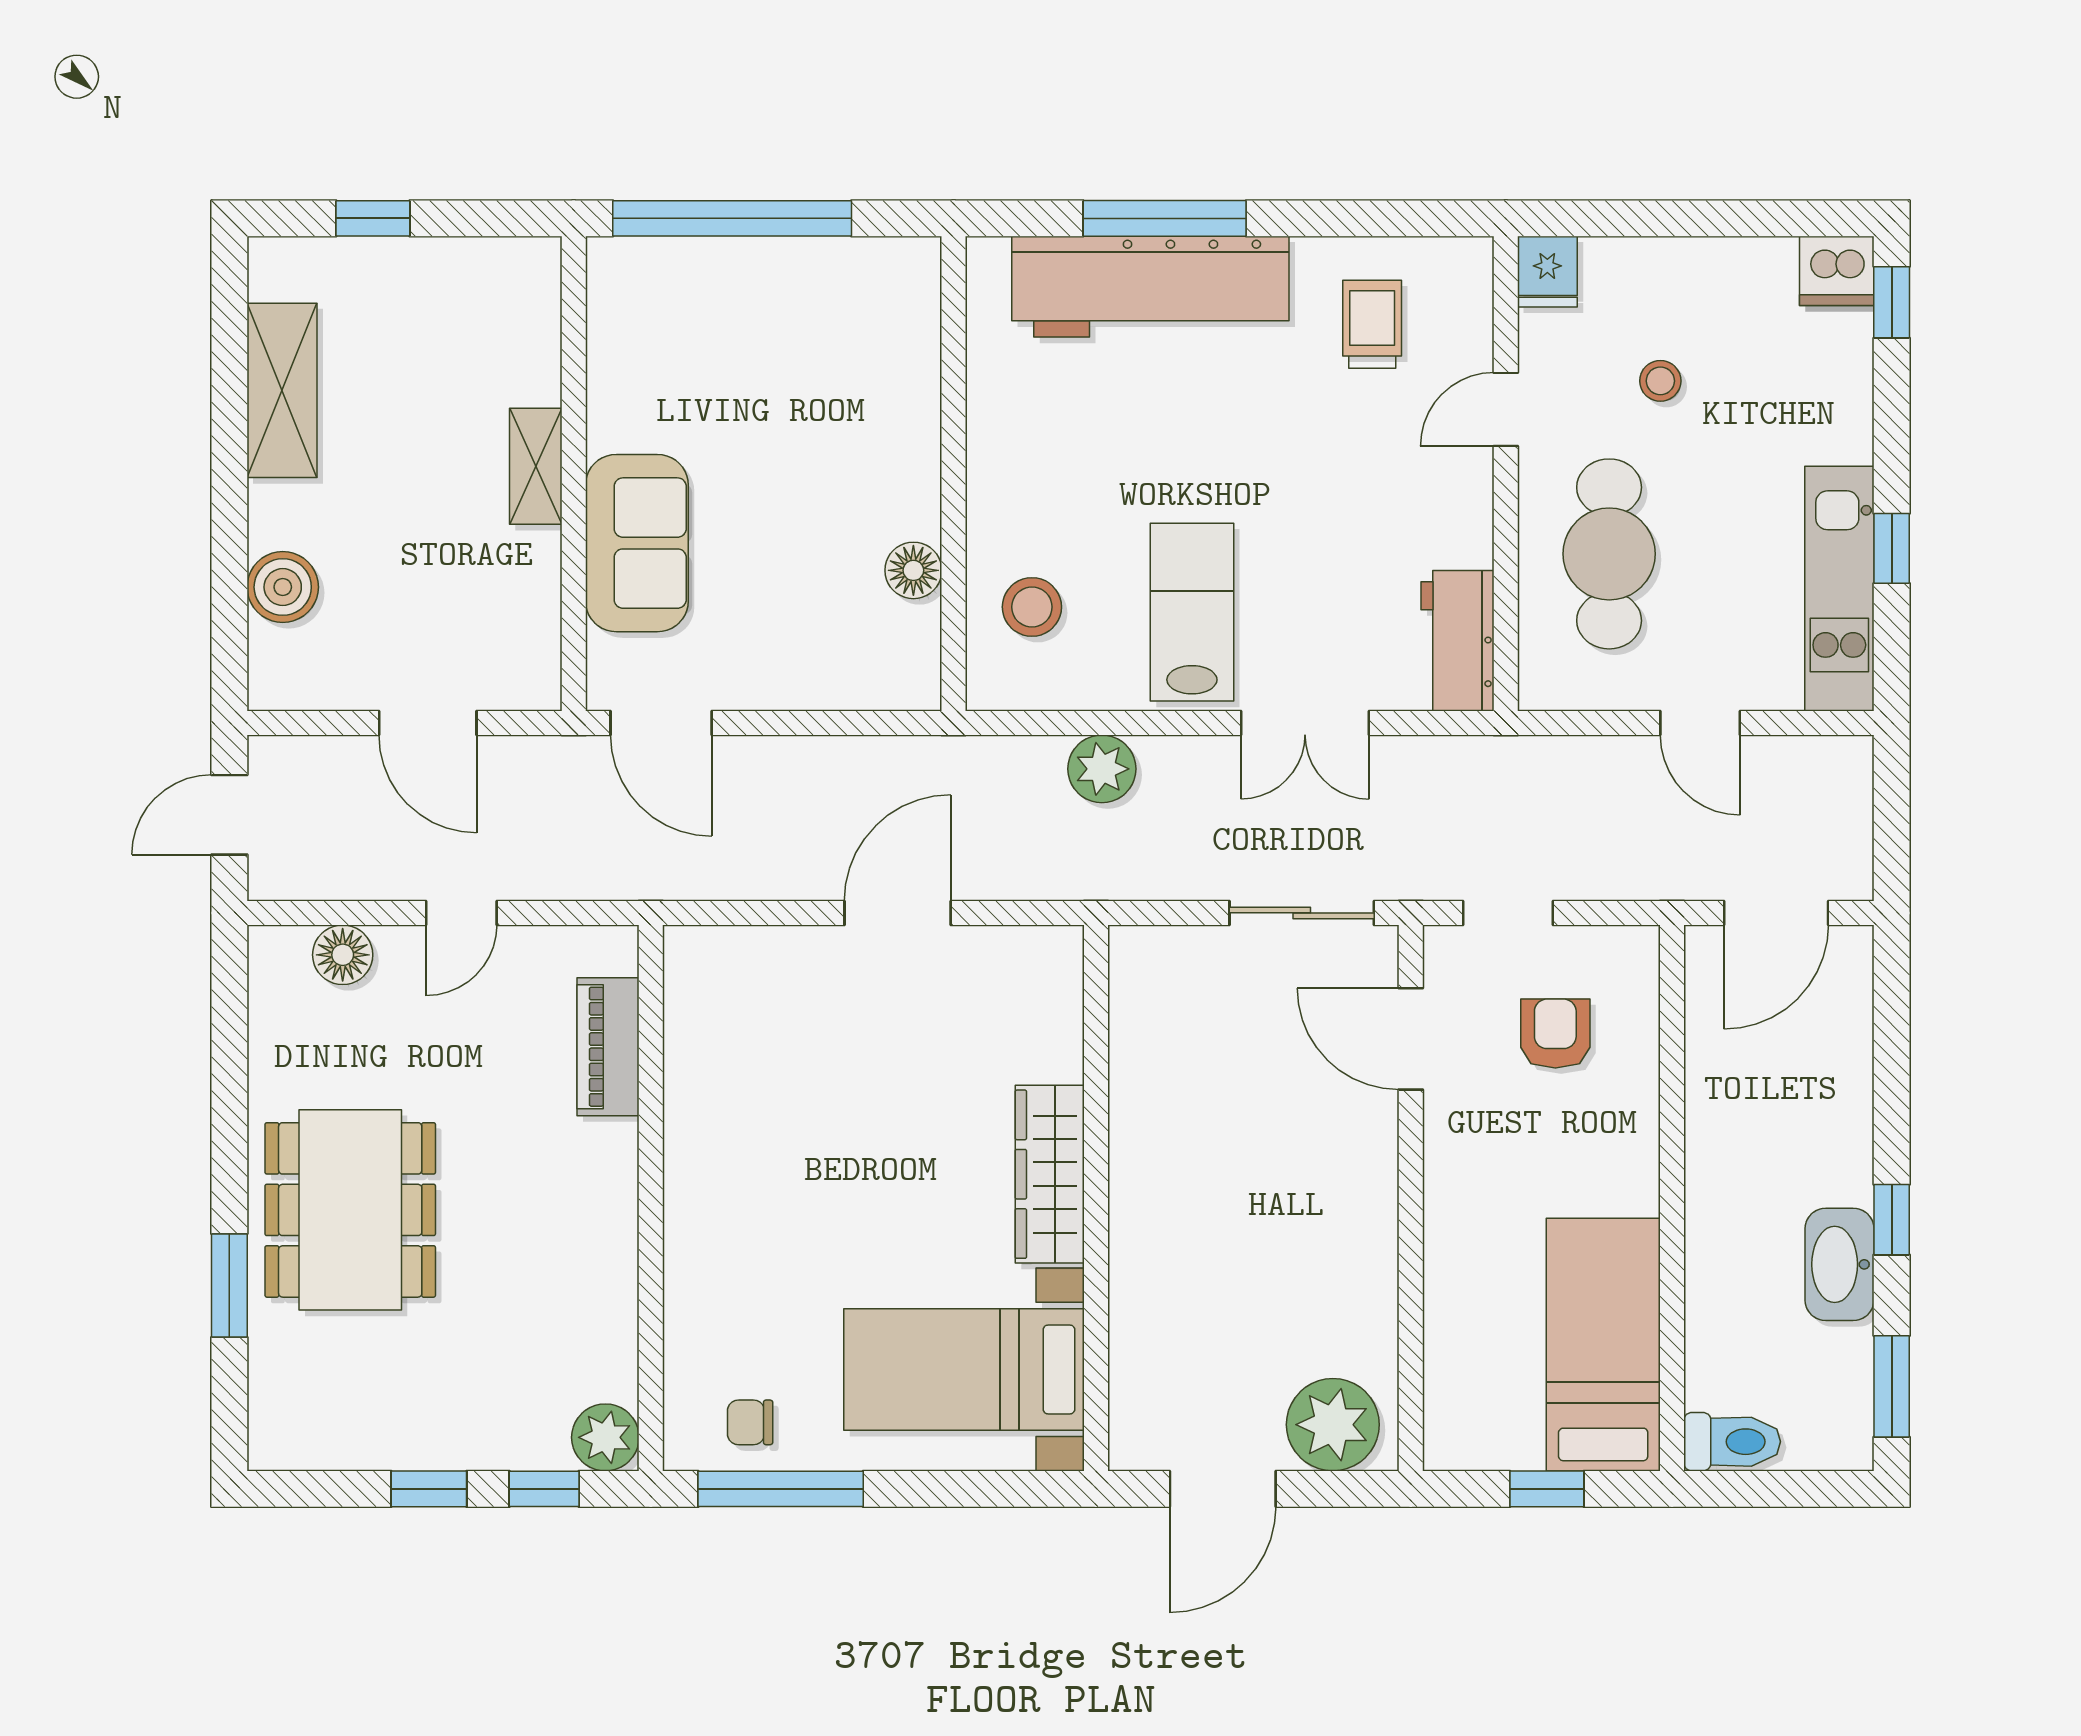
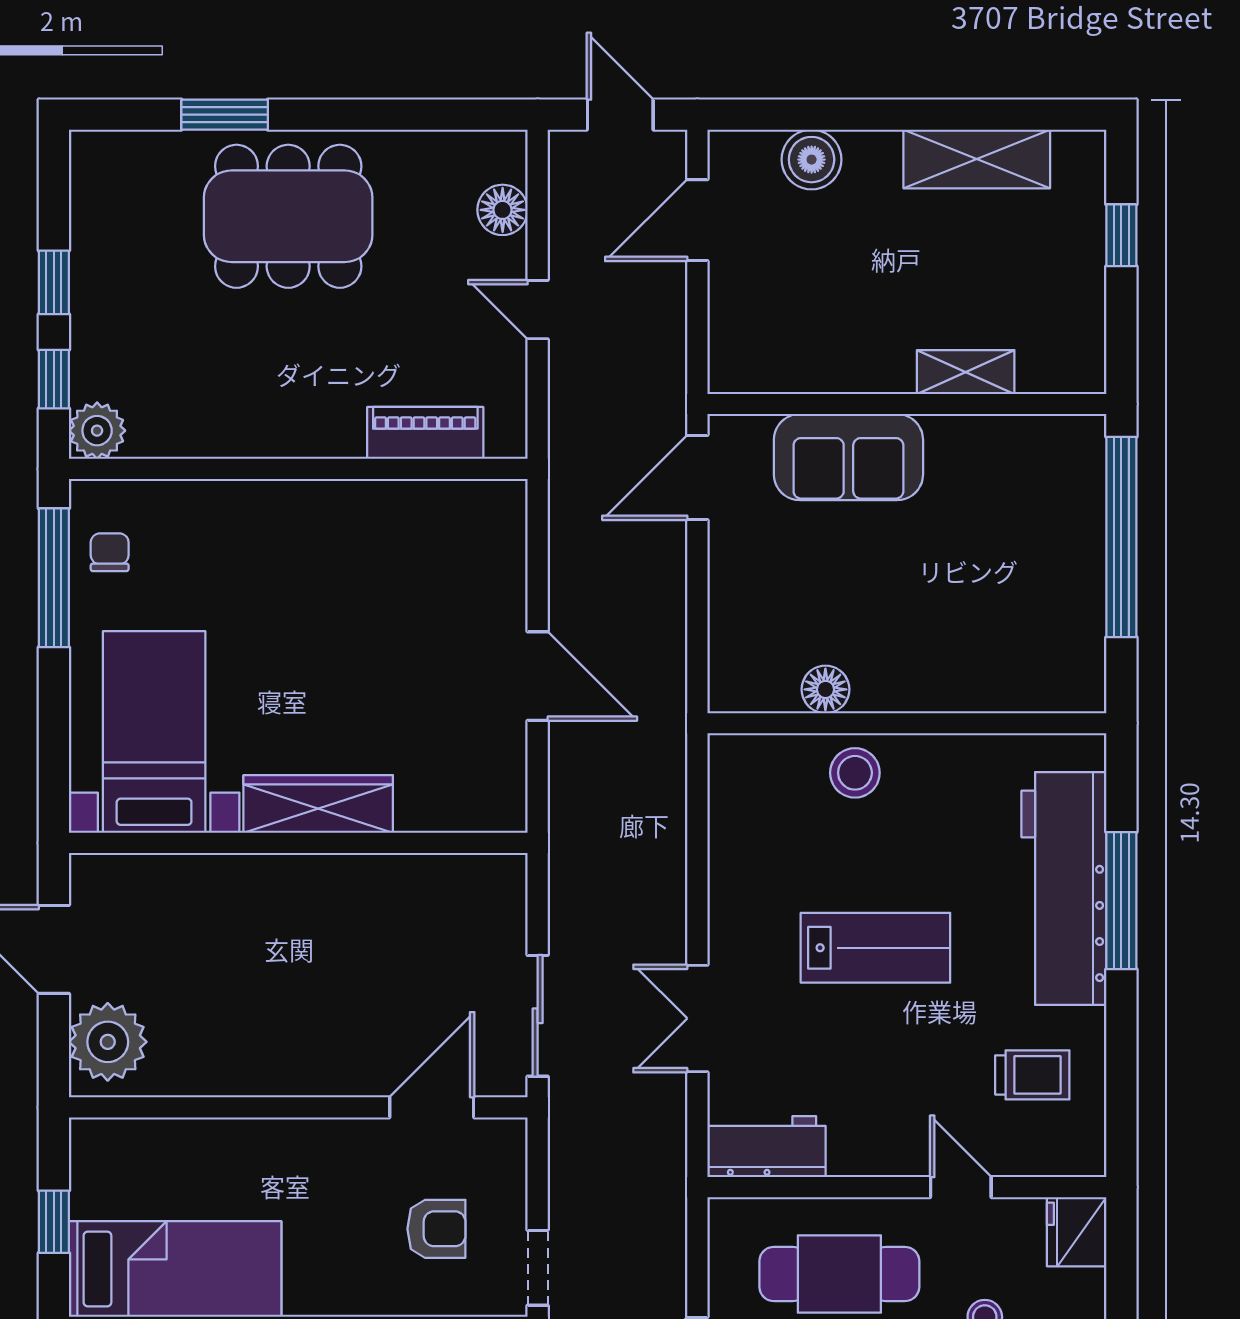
fridge: (1547, 272) -> (1077, 1232), width x1.38
shelving: (536, 466) -> (966, 372), moved
stool: (1032, 607) -> (855, 773), moved
lab bench: (1192, 612) -> (875, 948), moved
door: (428, 723) -> (697, 220), moved
plant: (1102, 769) -> (659, 848), removed
doorway: (1508, 913) -> (538, 1268), moved

